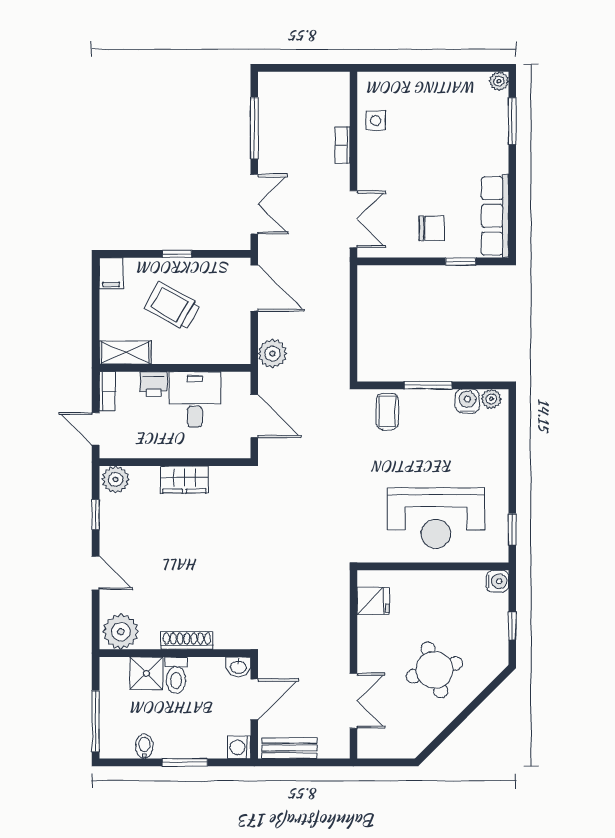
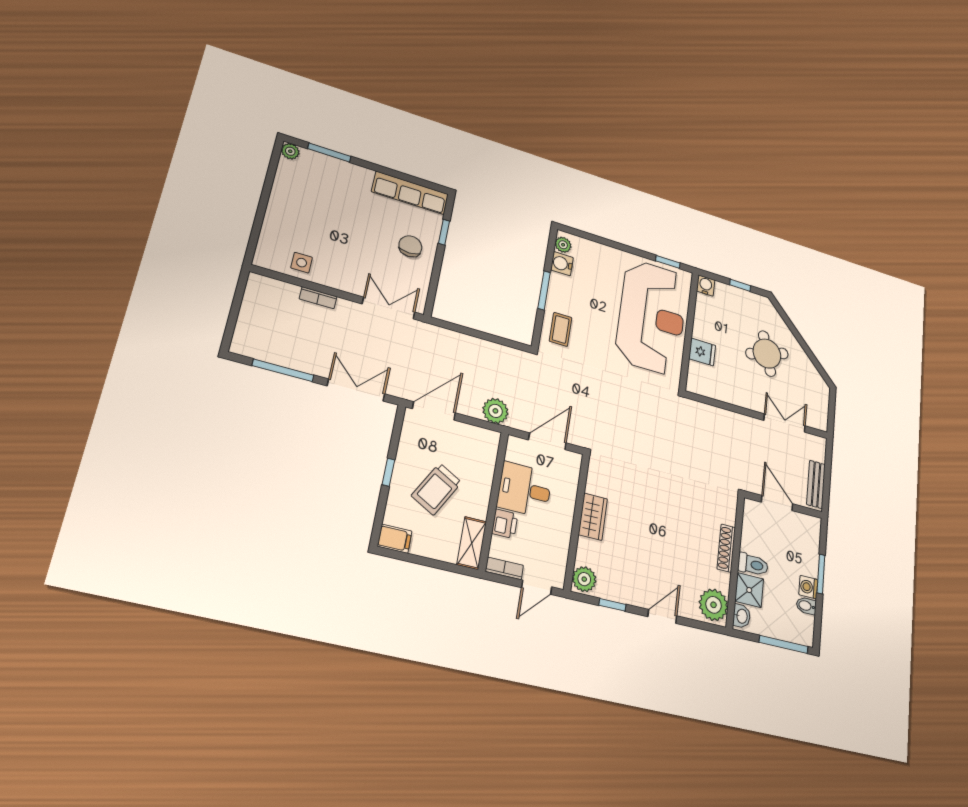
coffee table: (387, 411) -> (561, 329), turned 90
reception desk: (436, 518) -> (652, 317), width x1.36, depth x1.30
fridge: (373, 601) -> (702, 352), moved, turned 90
washbasin: (238, 667) -> (742, 616), moved
washing machine: (239, 747) -> (808, 587), moved, turned 90

